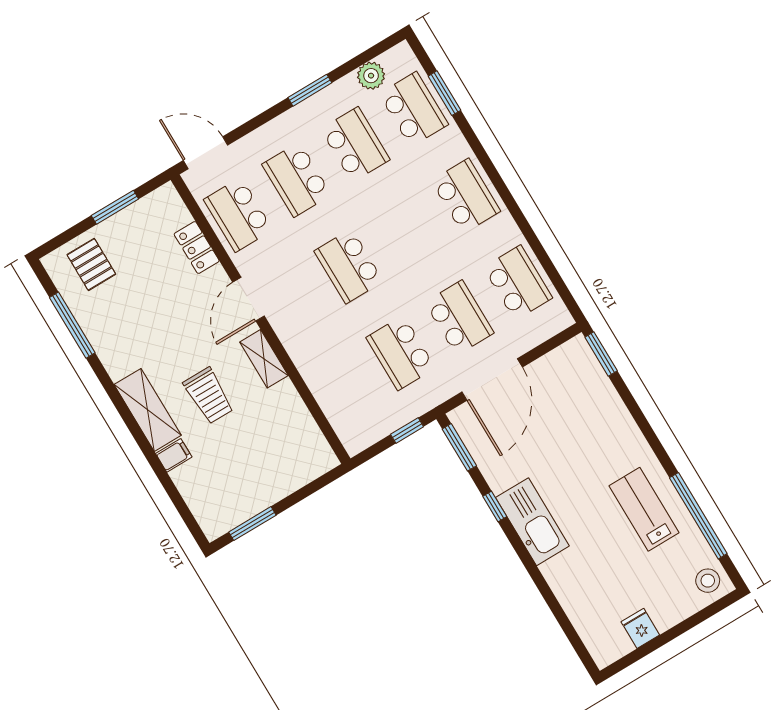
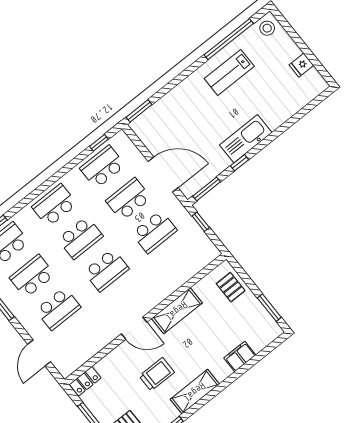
door: (206, 153) -> (39, 353), moved
school desk: (238, 215) -> (80, 238), moved
locker: (197, 248) -> (85, 381), moved
window: (558, 282) -> (99, 143), added
shelving: (264, 359) -> (177, 311), width x1.50, depth x1.33
trolley: (209, 396) -> (157, 374), moved
shelving: (148, 410) -> (195, 392), moved
filing cabinet: (174, 455) -> (240, 356), width x2.00
pallet: (294, 465) -> (231, 287), added

